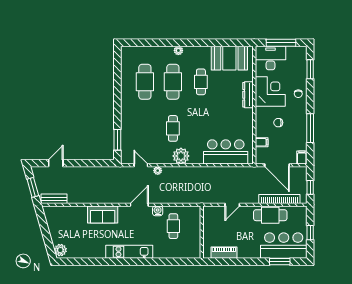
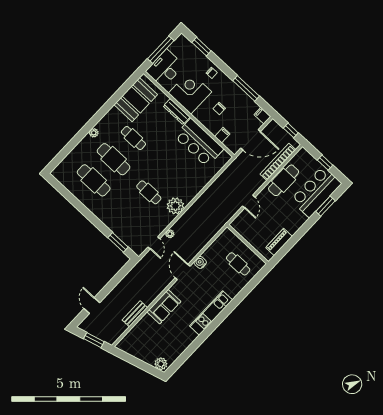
bar counter: (226, 152) -> (199, 143), moved, turned -90
door: (141, 165) -> (154, 243), swing flipped
bench: (54, 199) -> (135, 314), moved
cafe table: (173, 226) -> (238, 264), moved

